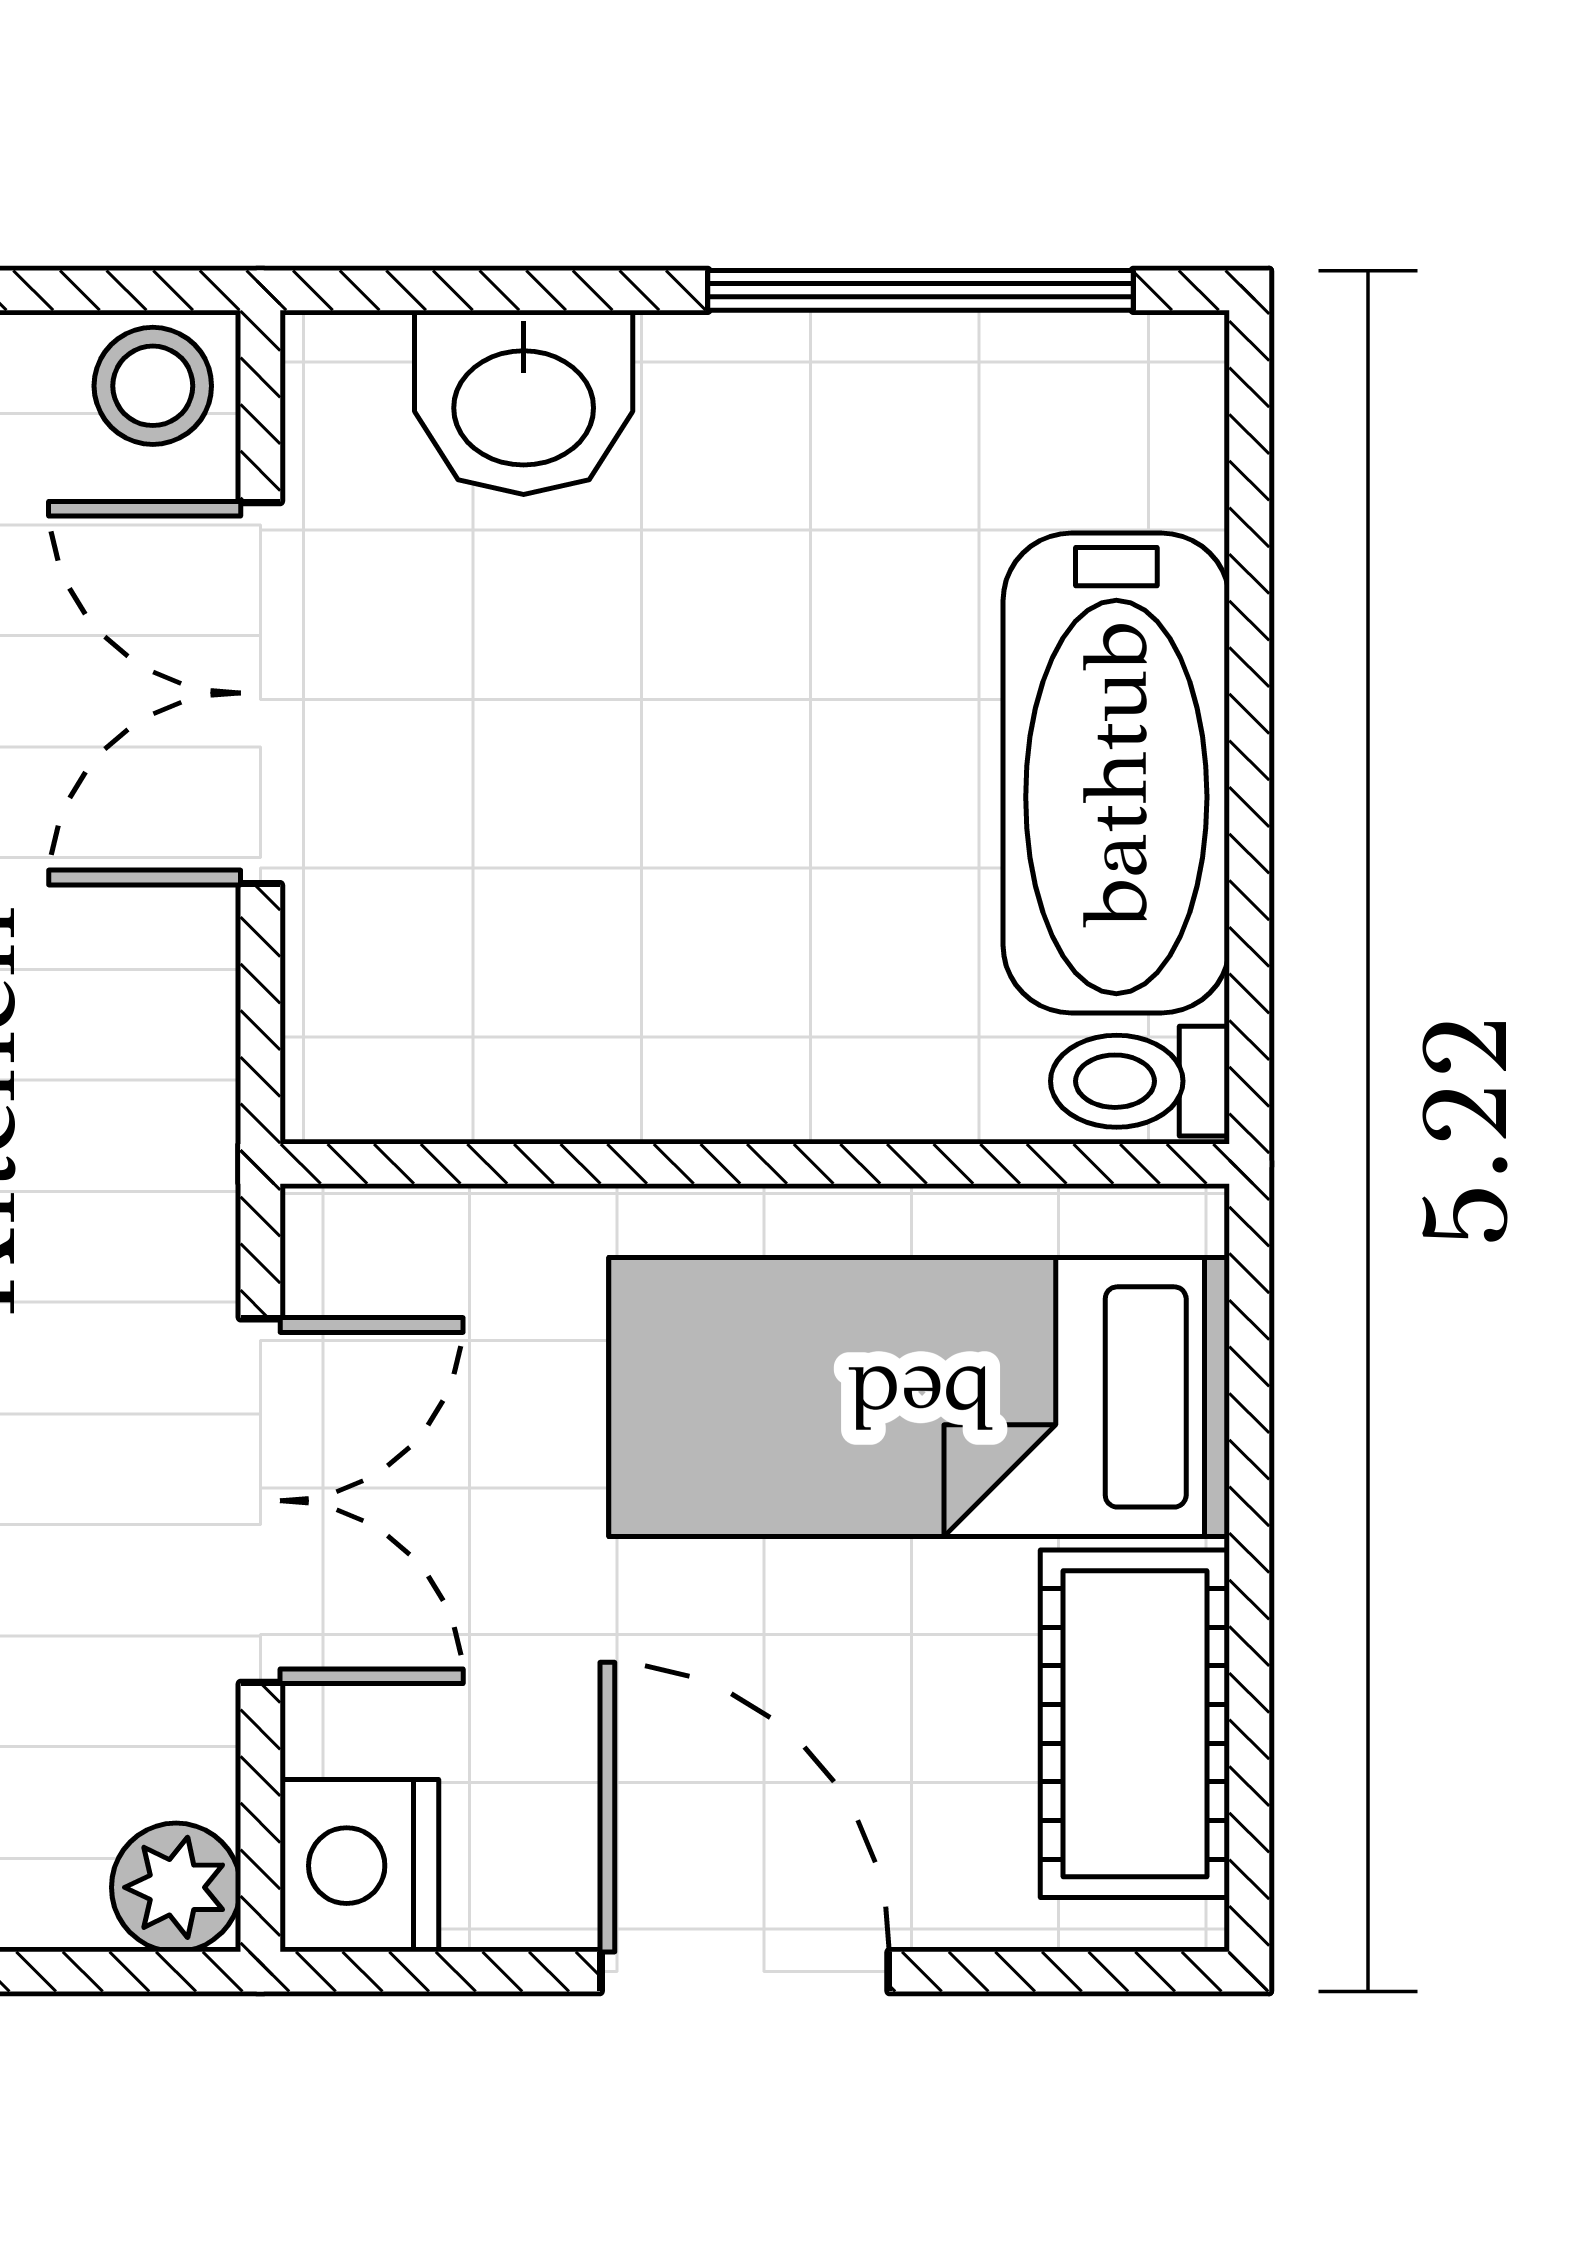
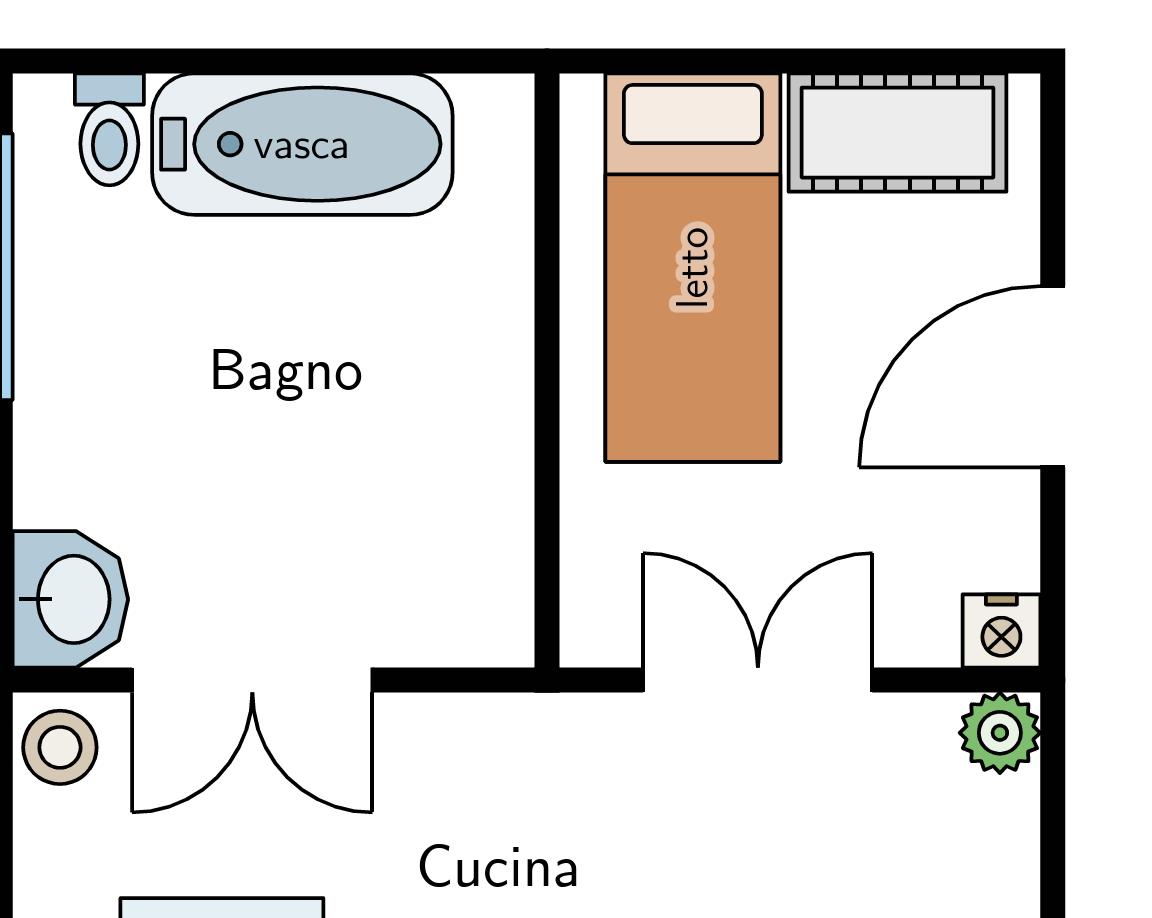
washbasin: (524, 402) -> (70, 599), moved
toilet: (1140, 1081) -> (109, 129), moved
nightstand: (359, 1866) -> (1001, 631), width x0.72, depth x0.74

